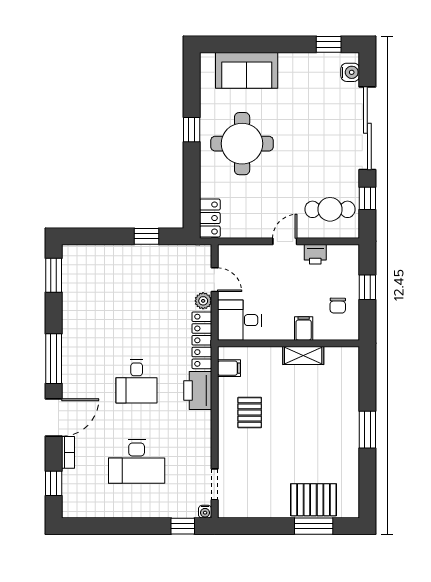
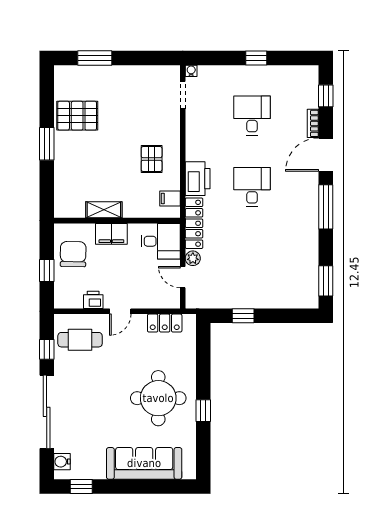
sofa: (247, 70) -> (144, 463), width x1.36
locker: (210, 218) -> (165, 323), moved, turned -90
chair: (338, 306) -> (73, 254), width x1.87, depth x1.87
filing cabinet: (304, 328) -> (111, 234), width x2.00
desk: (137, 461) -> (252, 115), width x0.73
pallet: (313, 500) -> (77, 116), moved
window: (183, 526) -> (256, 58), moved

